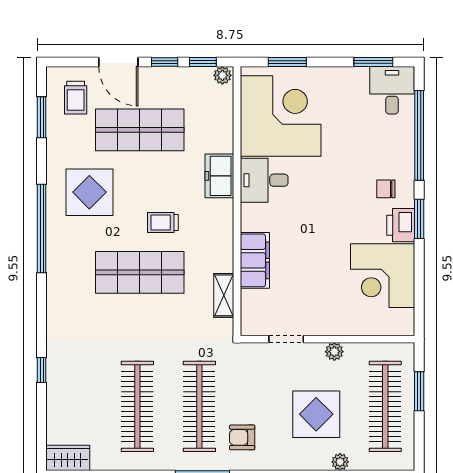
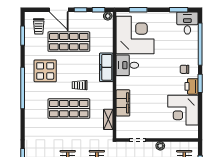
freezer: (219, 176) -> (106, 67), width x1.40

